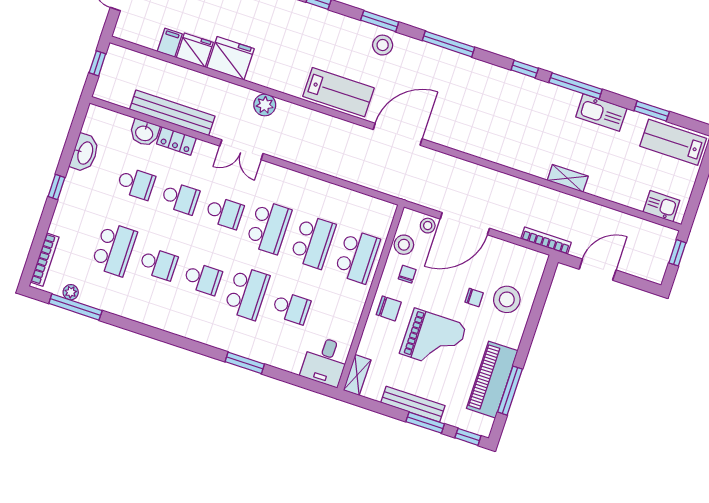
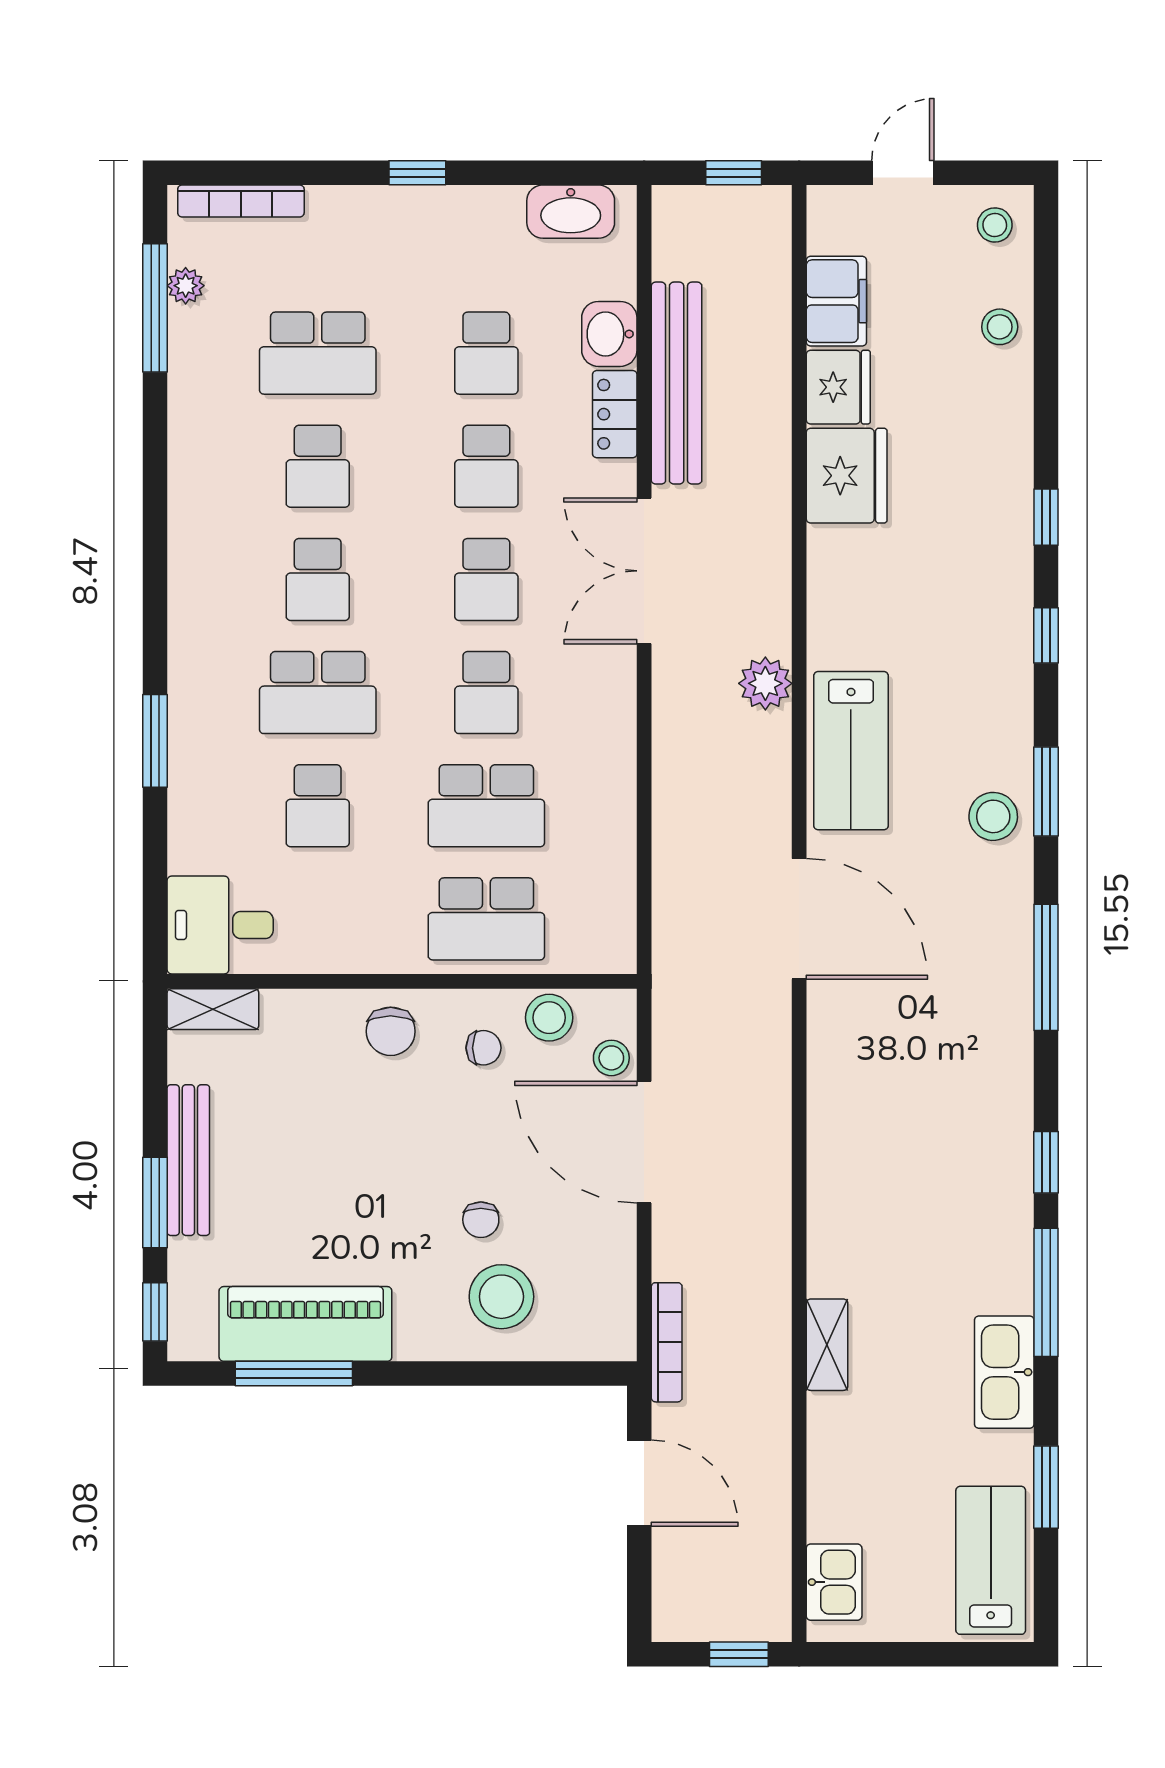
filing cabinet: (170, 43) -> (836, 301), width x2.00
plant: (265, 105) -> (765, 683), moved
double door: (241, 150) -> (644, 571), width x1.37
washbasin: (85, 153) -> (571, 212), moved
school desk: (269, 227) -> (486, 693), width x0.54
grand piano: (433, 339) -> (353, 1157), removed

